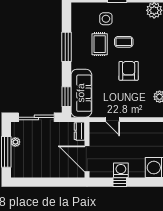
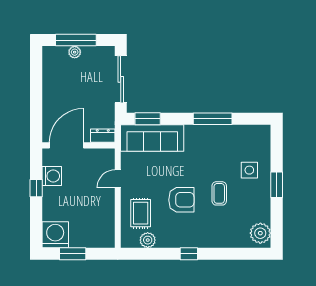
rug: (100, 44) -> (141, 213), moved, turned 90
plant: (15, 142) -> (75, 52), moved
washing machine: (121, 170) -> (52, 176), moved

